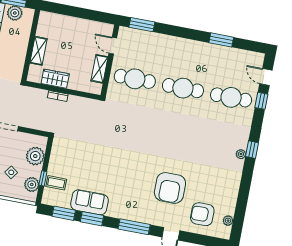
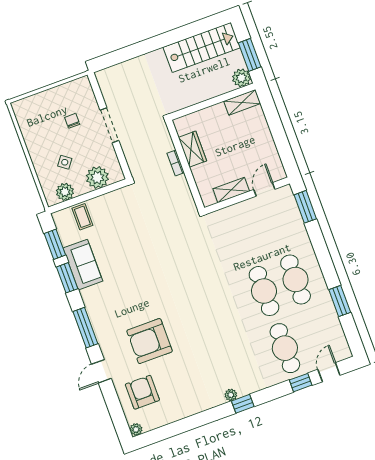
plant: (15, 13) -> (241, 78), moved
shelving: (38, 51) -> (242, 102), moved
cafe table: (135, 79) -> (296, 280), moved
window: (43, 178) -> (79, 200), removed
plant: (228, 221) -> (136, 429), moved

